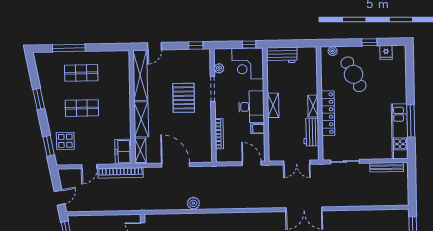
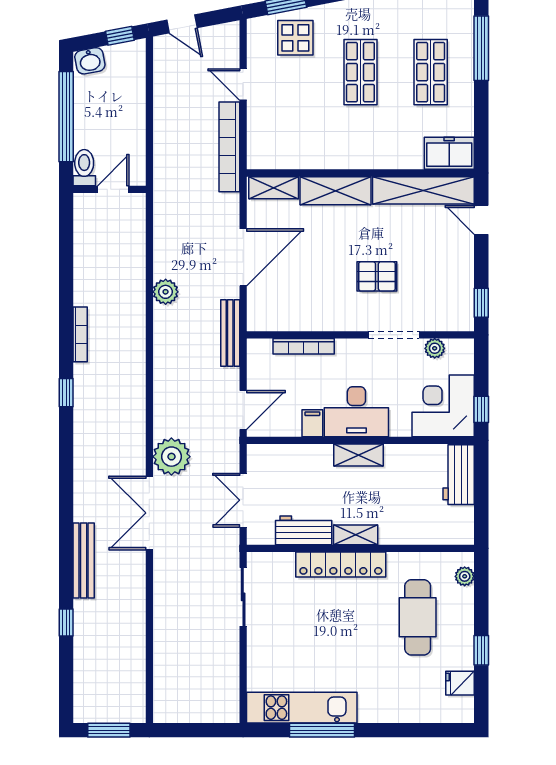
cafe table: (354, 74) -> (418, 617), turned -63
pallet: (184, 98) -> (377, 276), width x0.67, depth x0.71
freezer: (123, 152) -> (449, 153), moved
bench: (387, 167) -> (230, 333), moved
plant: (276, 199) -> (171, 457), added

